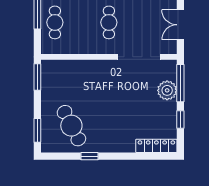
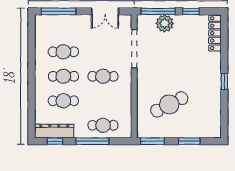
cafe table: (71, 126) -> (169, 104), moved
window: (37, 130) -> (189, 141), moved
window: (89, 156) -> (224, 81), moved

